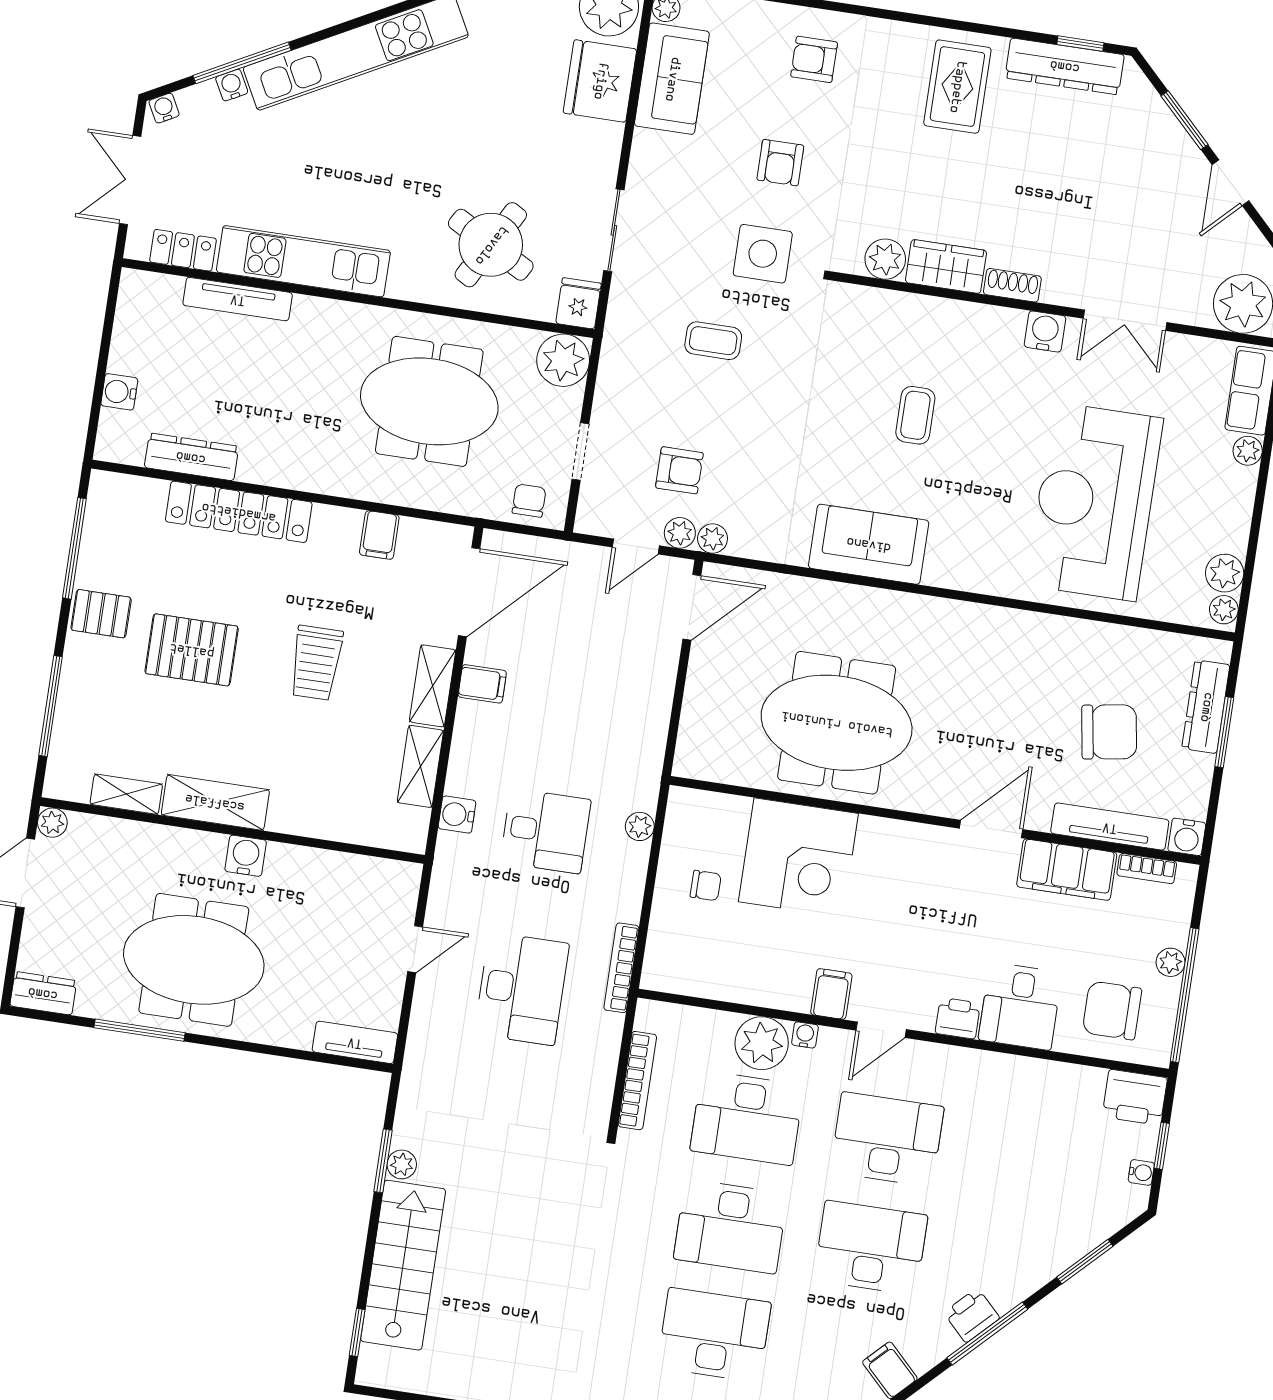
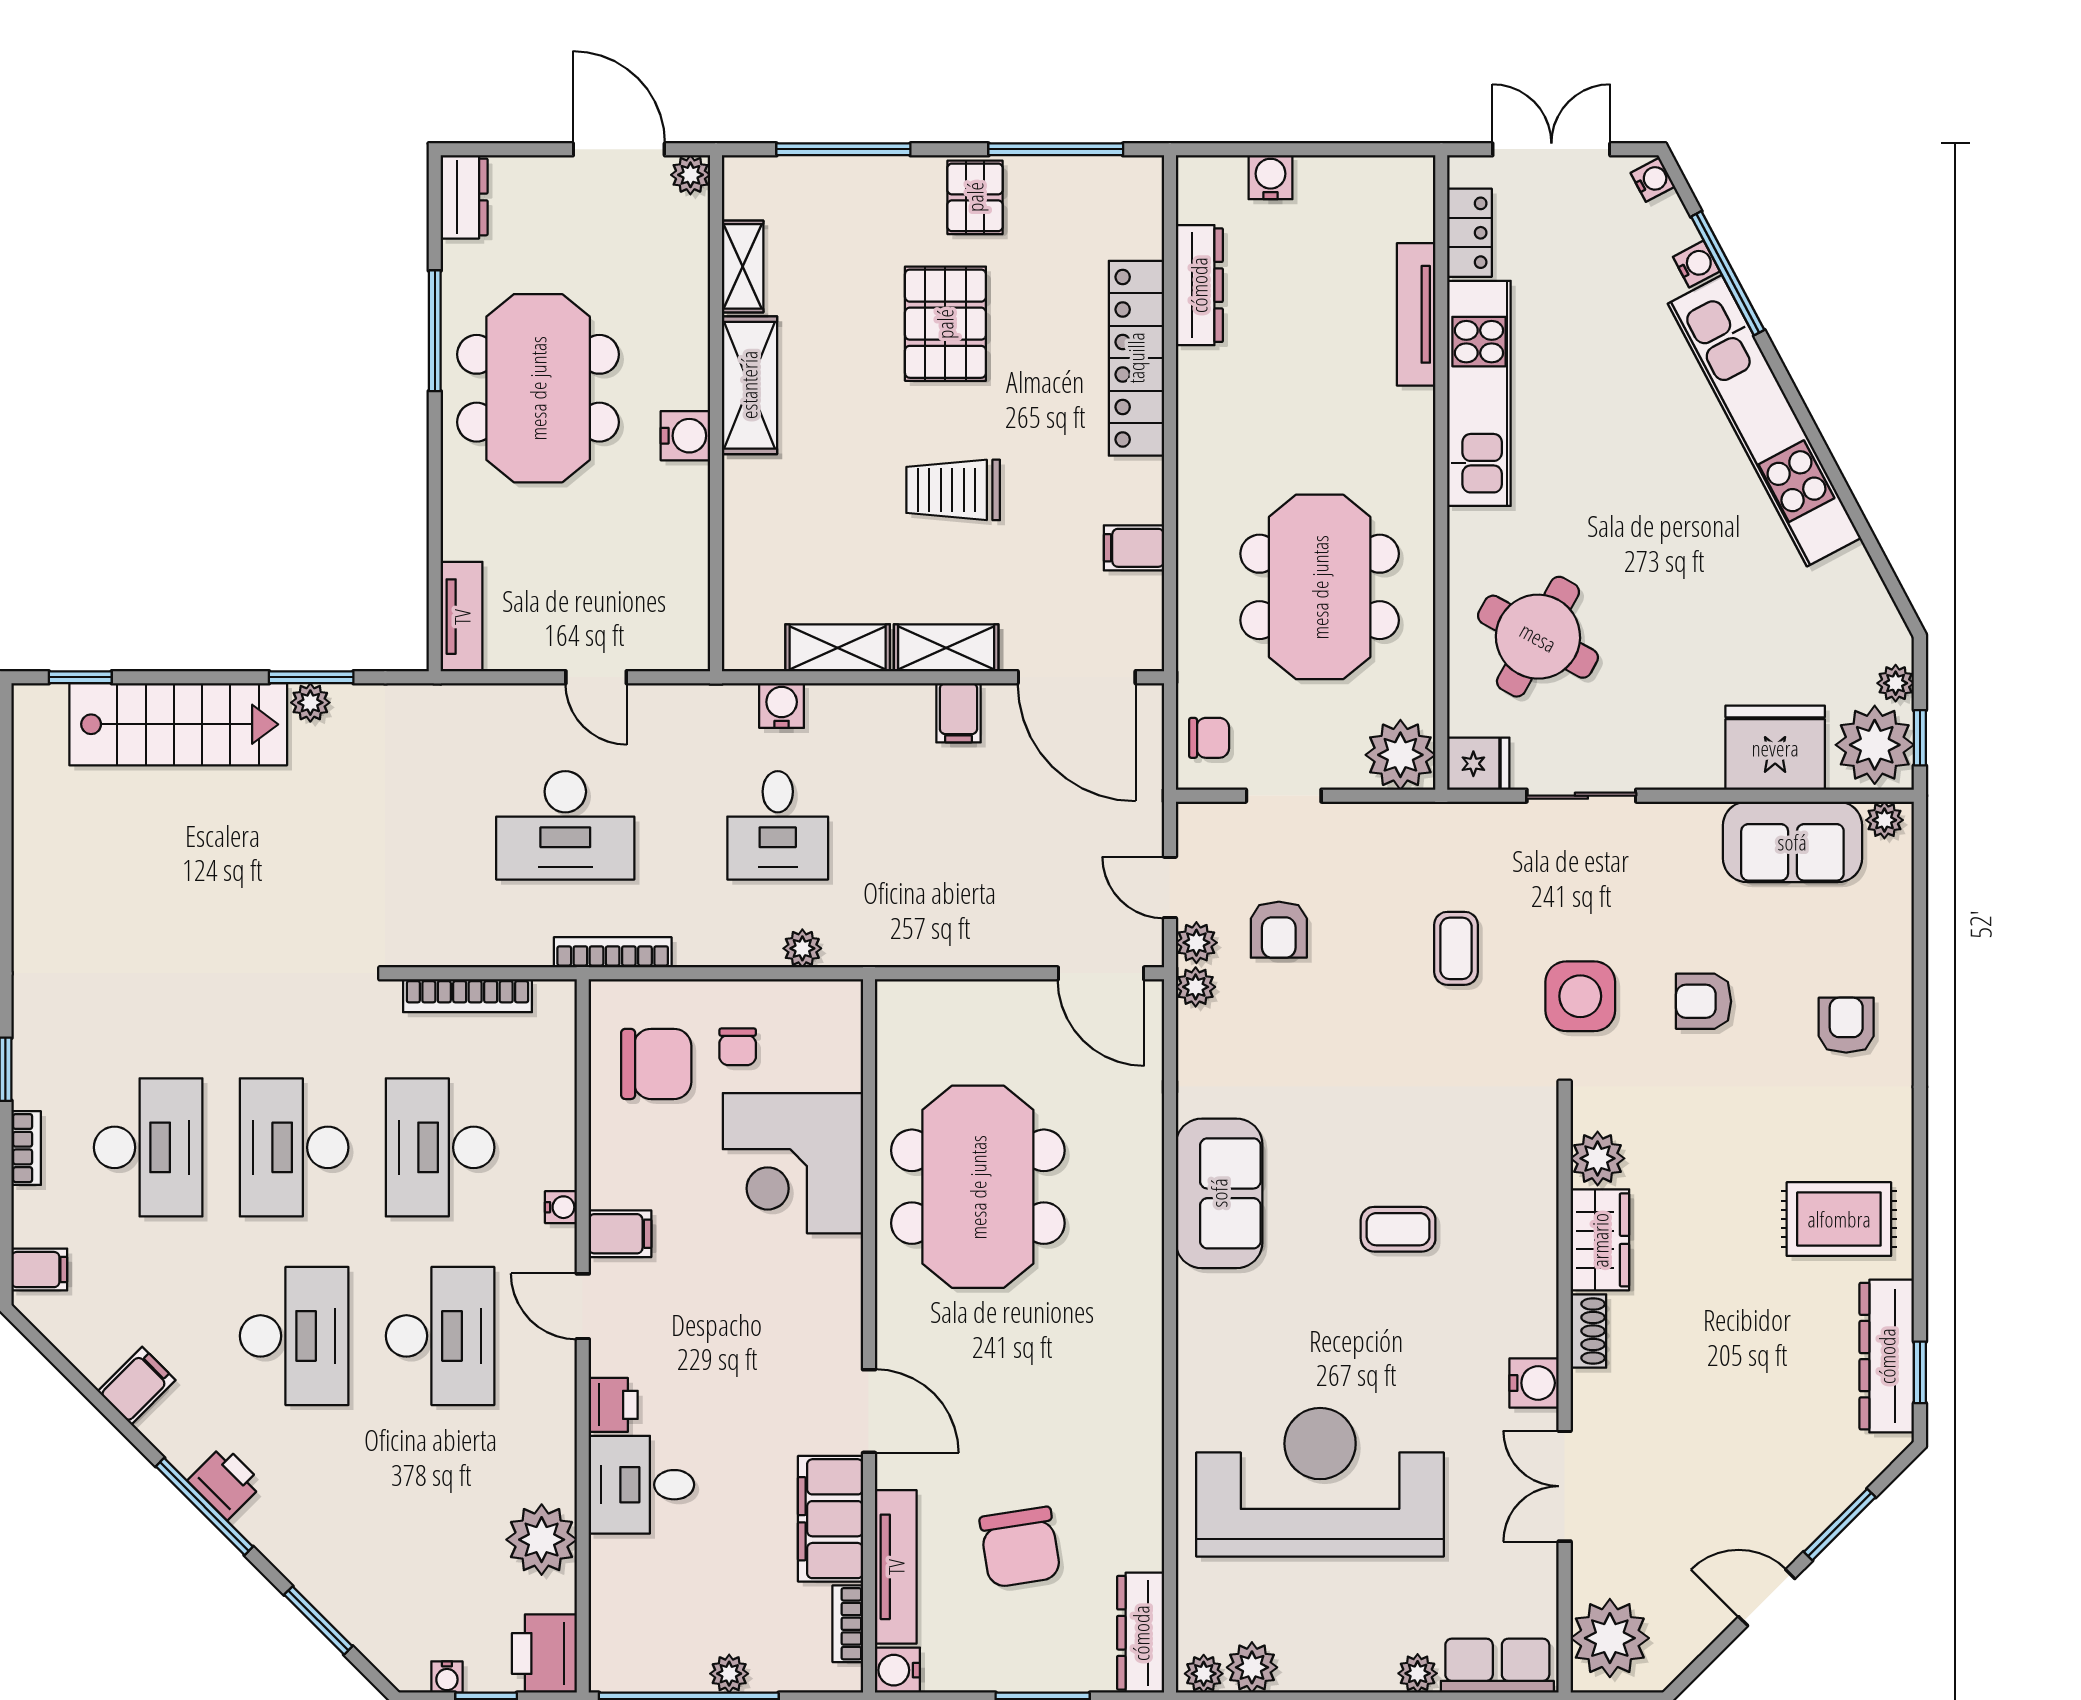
dresser: (1206, 707) -> (1141, 1633), moved, turned -90
chair: (1112, 1010) -> (656, 1064), moved, turned 90
plant: (762, 1043) -> (542, 1540), moved

